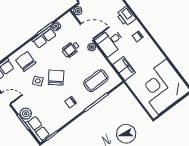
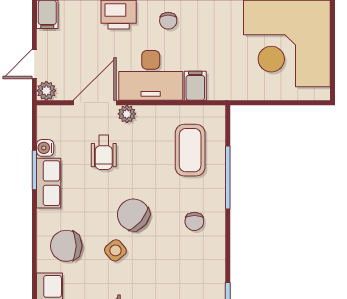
desk: (110, 42) -> (151, 75), width x1.37
filing cabinet: (124, 69) -> (195, 86), width x0.50

